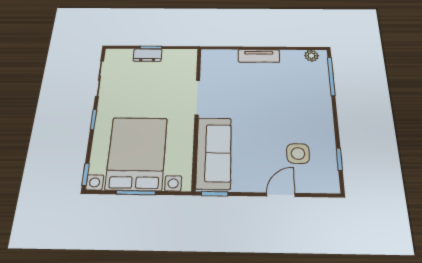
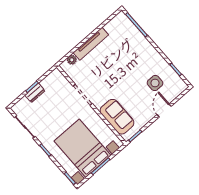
tv unit: (259, 56) -> (91, 44), width x1.41
plant: (311, 56) -> (72, 60), moved
sofa: (214, 153) -> (117, 117), width x0.73

